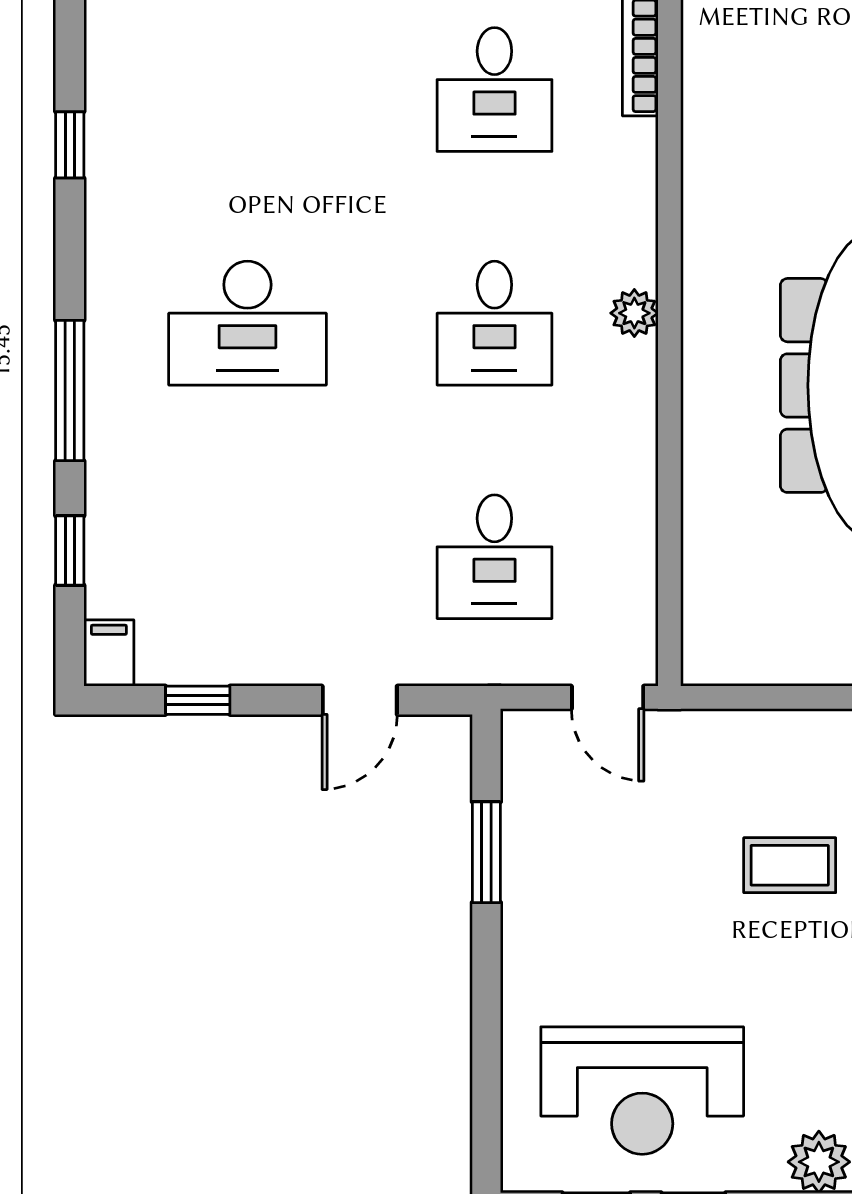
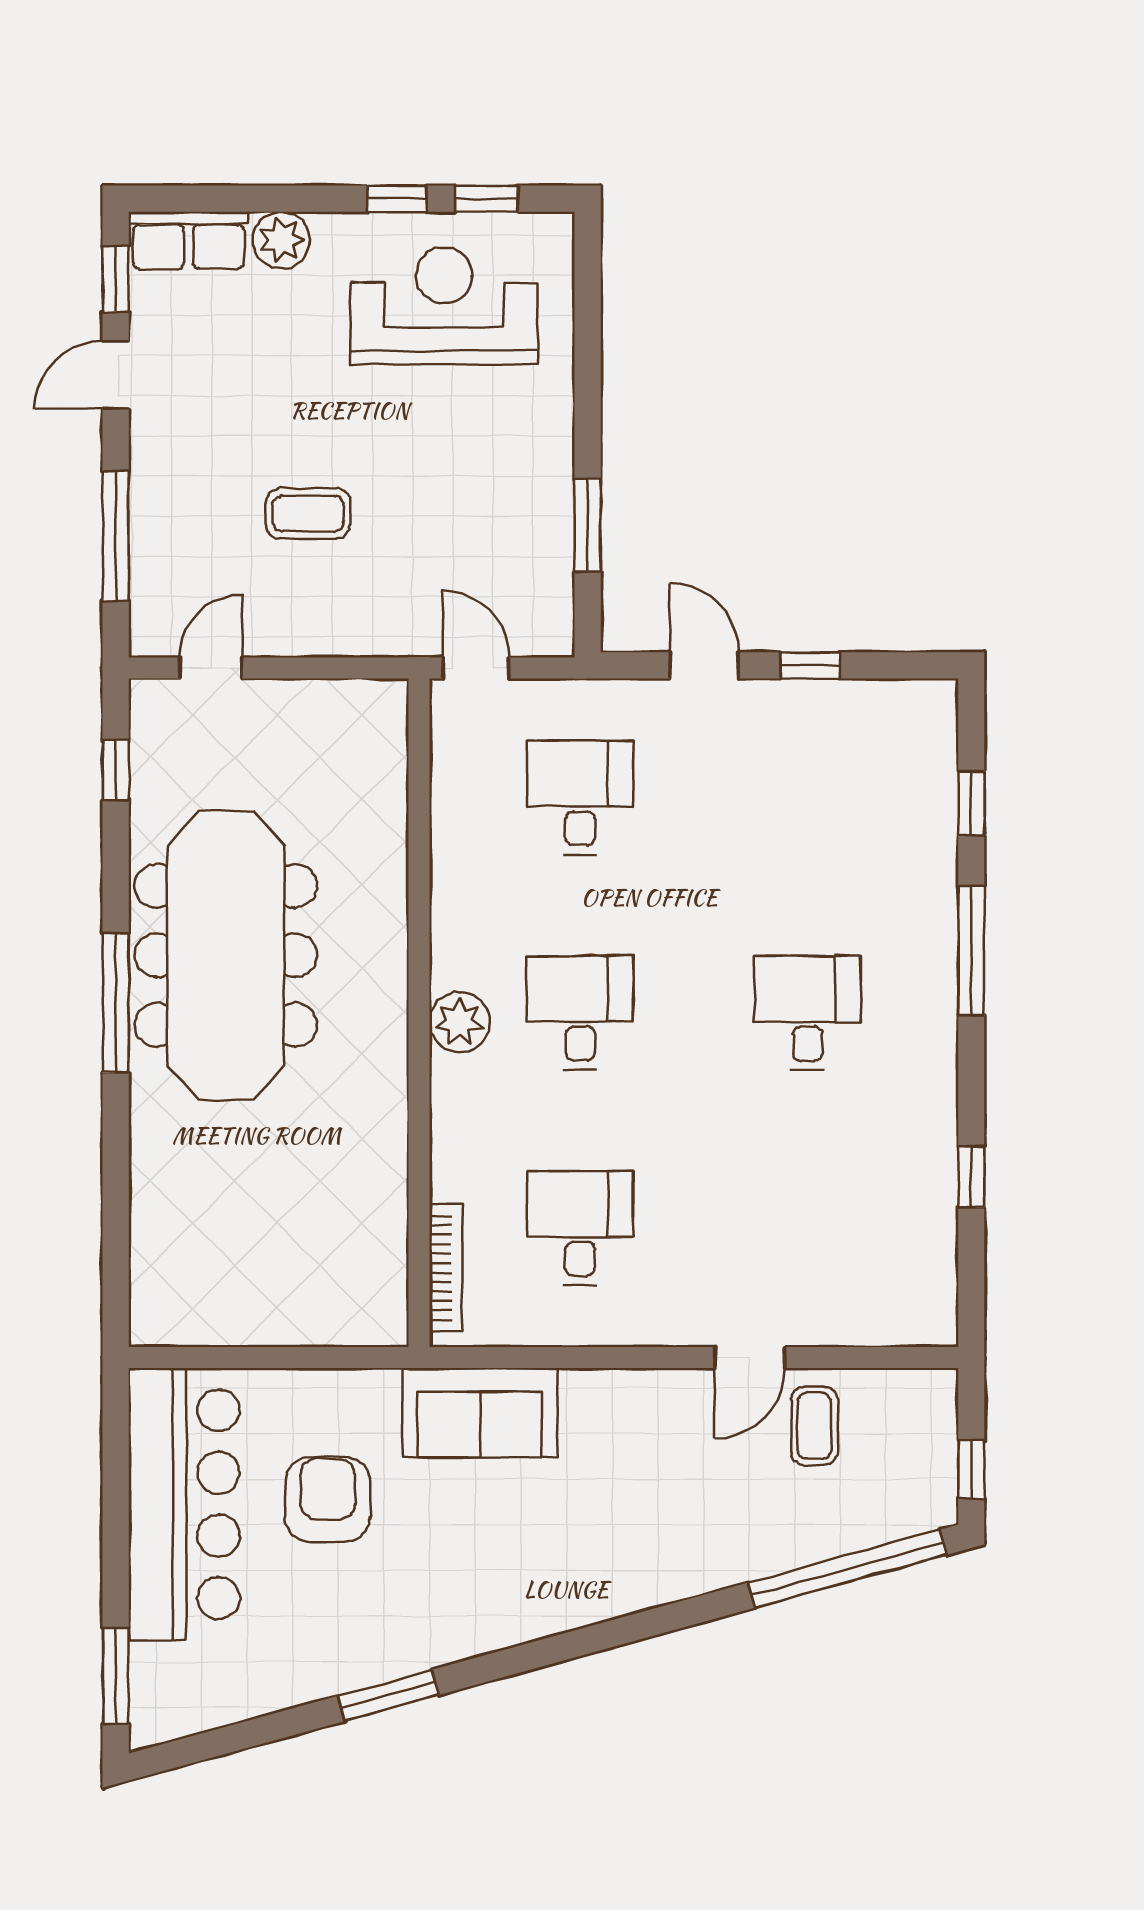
plant: (634, 313) -> (459, 1022), width x1.38, depth x1.38
desk: (247, 323) -> (808, 1013), width x0.73
filing cabinet: (109, 653) -> (935, 709), removed
window: (198, 700) -> (810, 665), moved
door: (360, 700) -> (704, 665), hinge flipped

